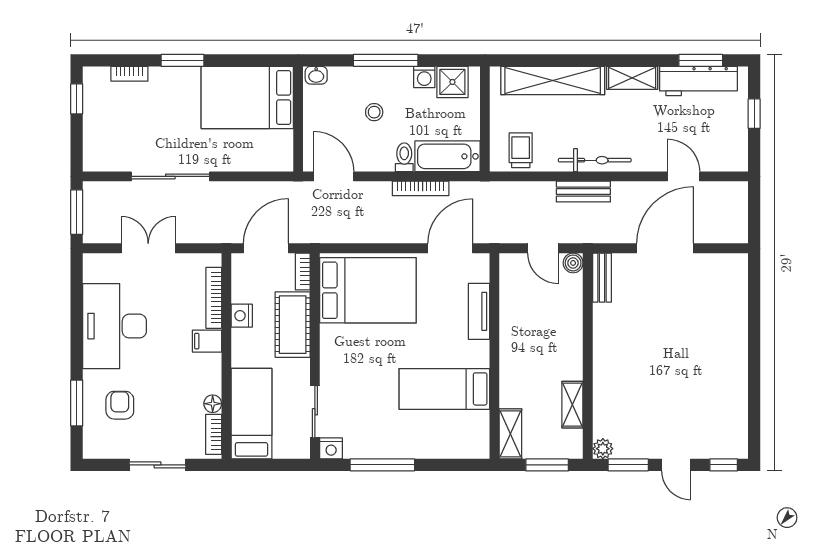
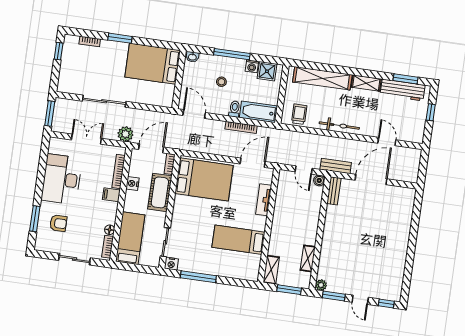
bench: (583, 192) -> (336, 166), moved
plant: (217, 229) -> (125, 134), added
armchair: (120, 405) -> (58, 223), turned 90

